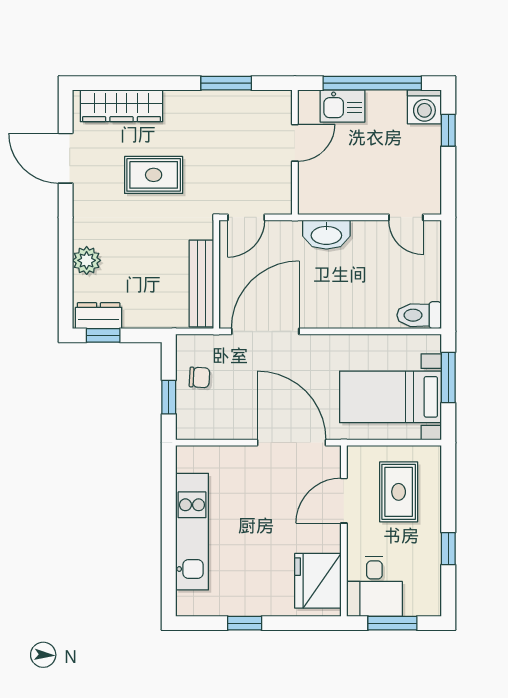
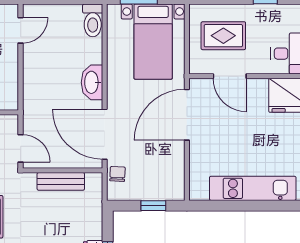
washbasin: (326, 235) -> (92, 82), moved, turned 180
bench: (201, 283) -> (61, 181), width x0.73
chair: (199, 377) -> (117, 174), moved

